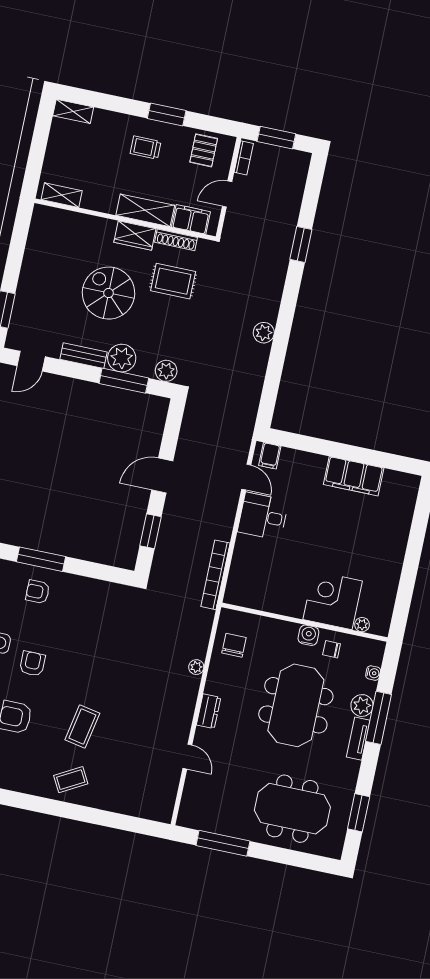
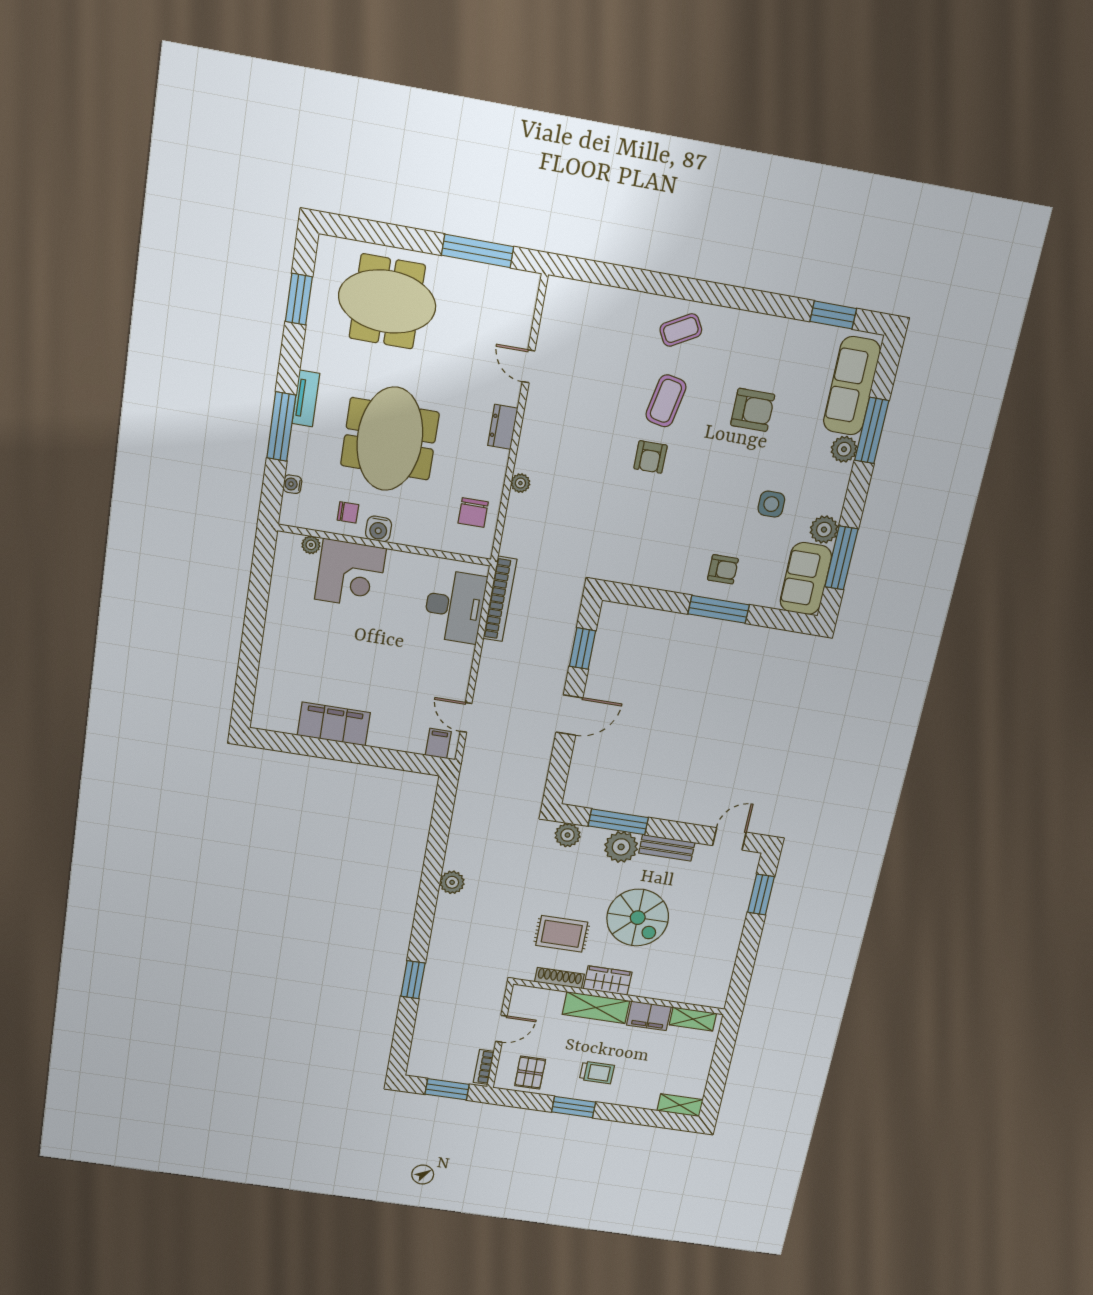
filing cabinet: (191, 219) -> (649, 1016), moved
desk: (263, 516) -> (455, 606), moved, width x1.37
armchair: (32, 664) -> (650, 457), moved
plant: (362, 706) -> (304, 442), removed

